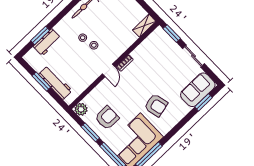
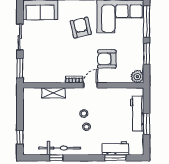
shelving: (144, 26) -> (53, 93), moved
armchair: (107, 118) -> (107, 59), moved

